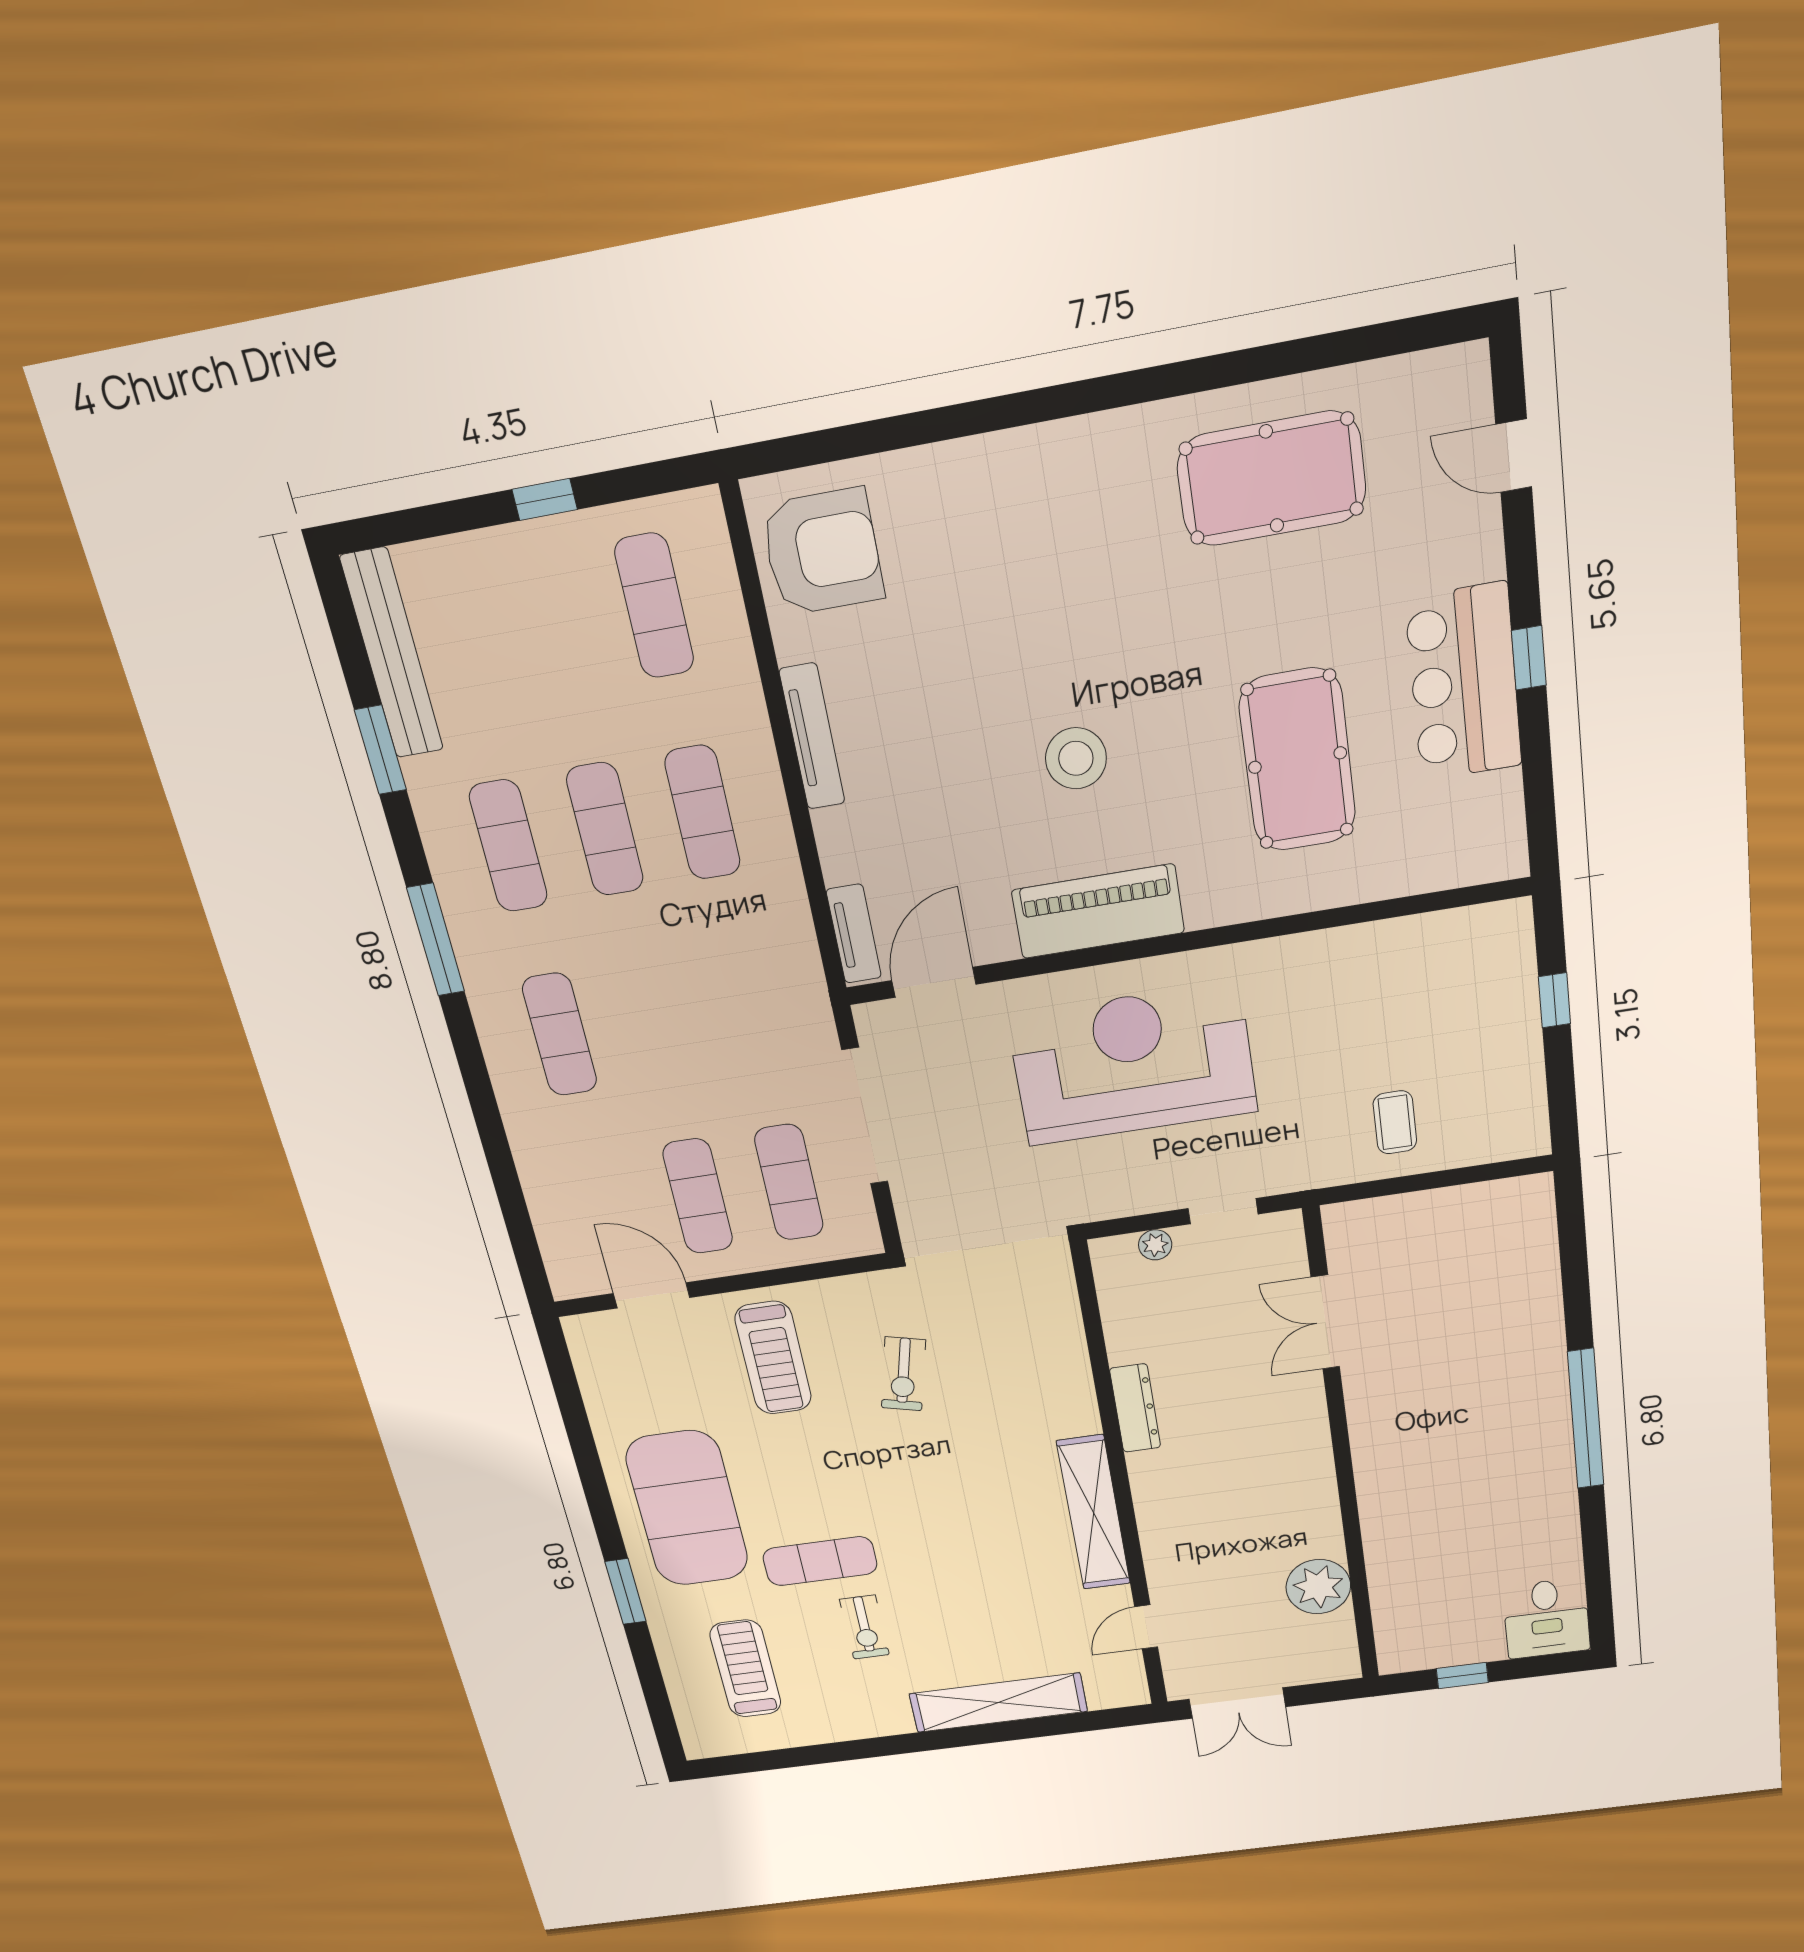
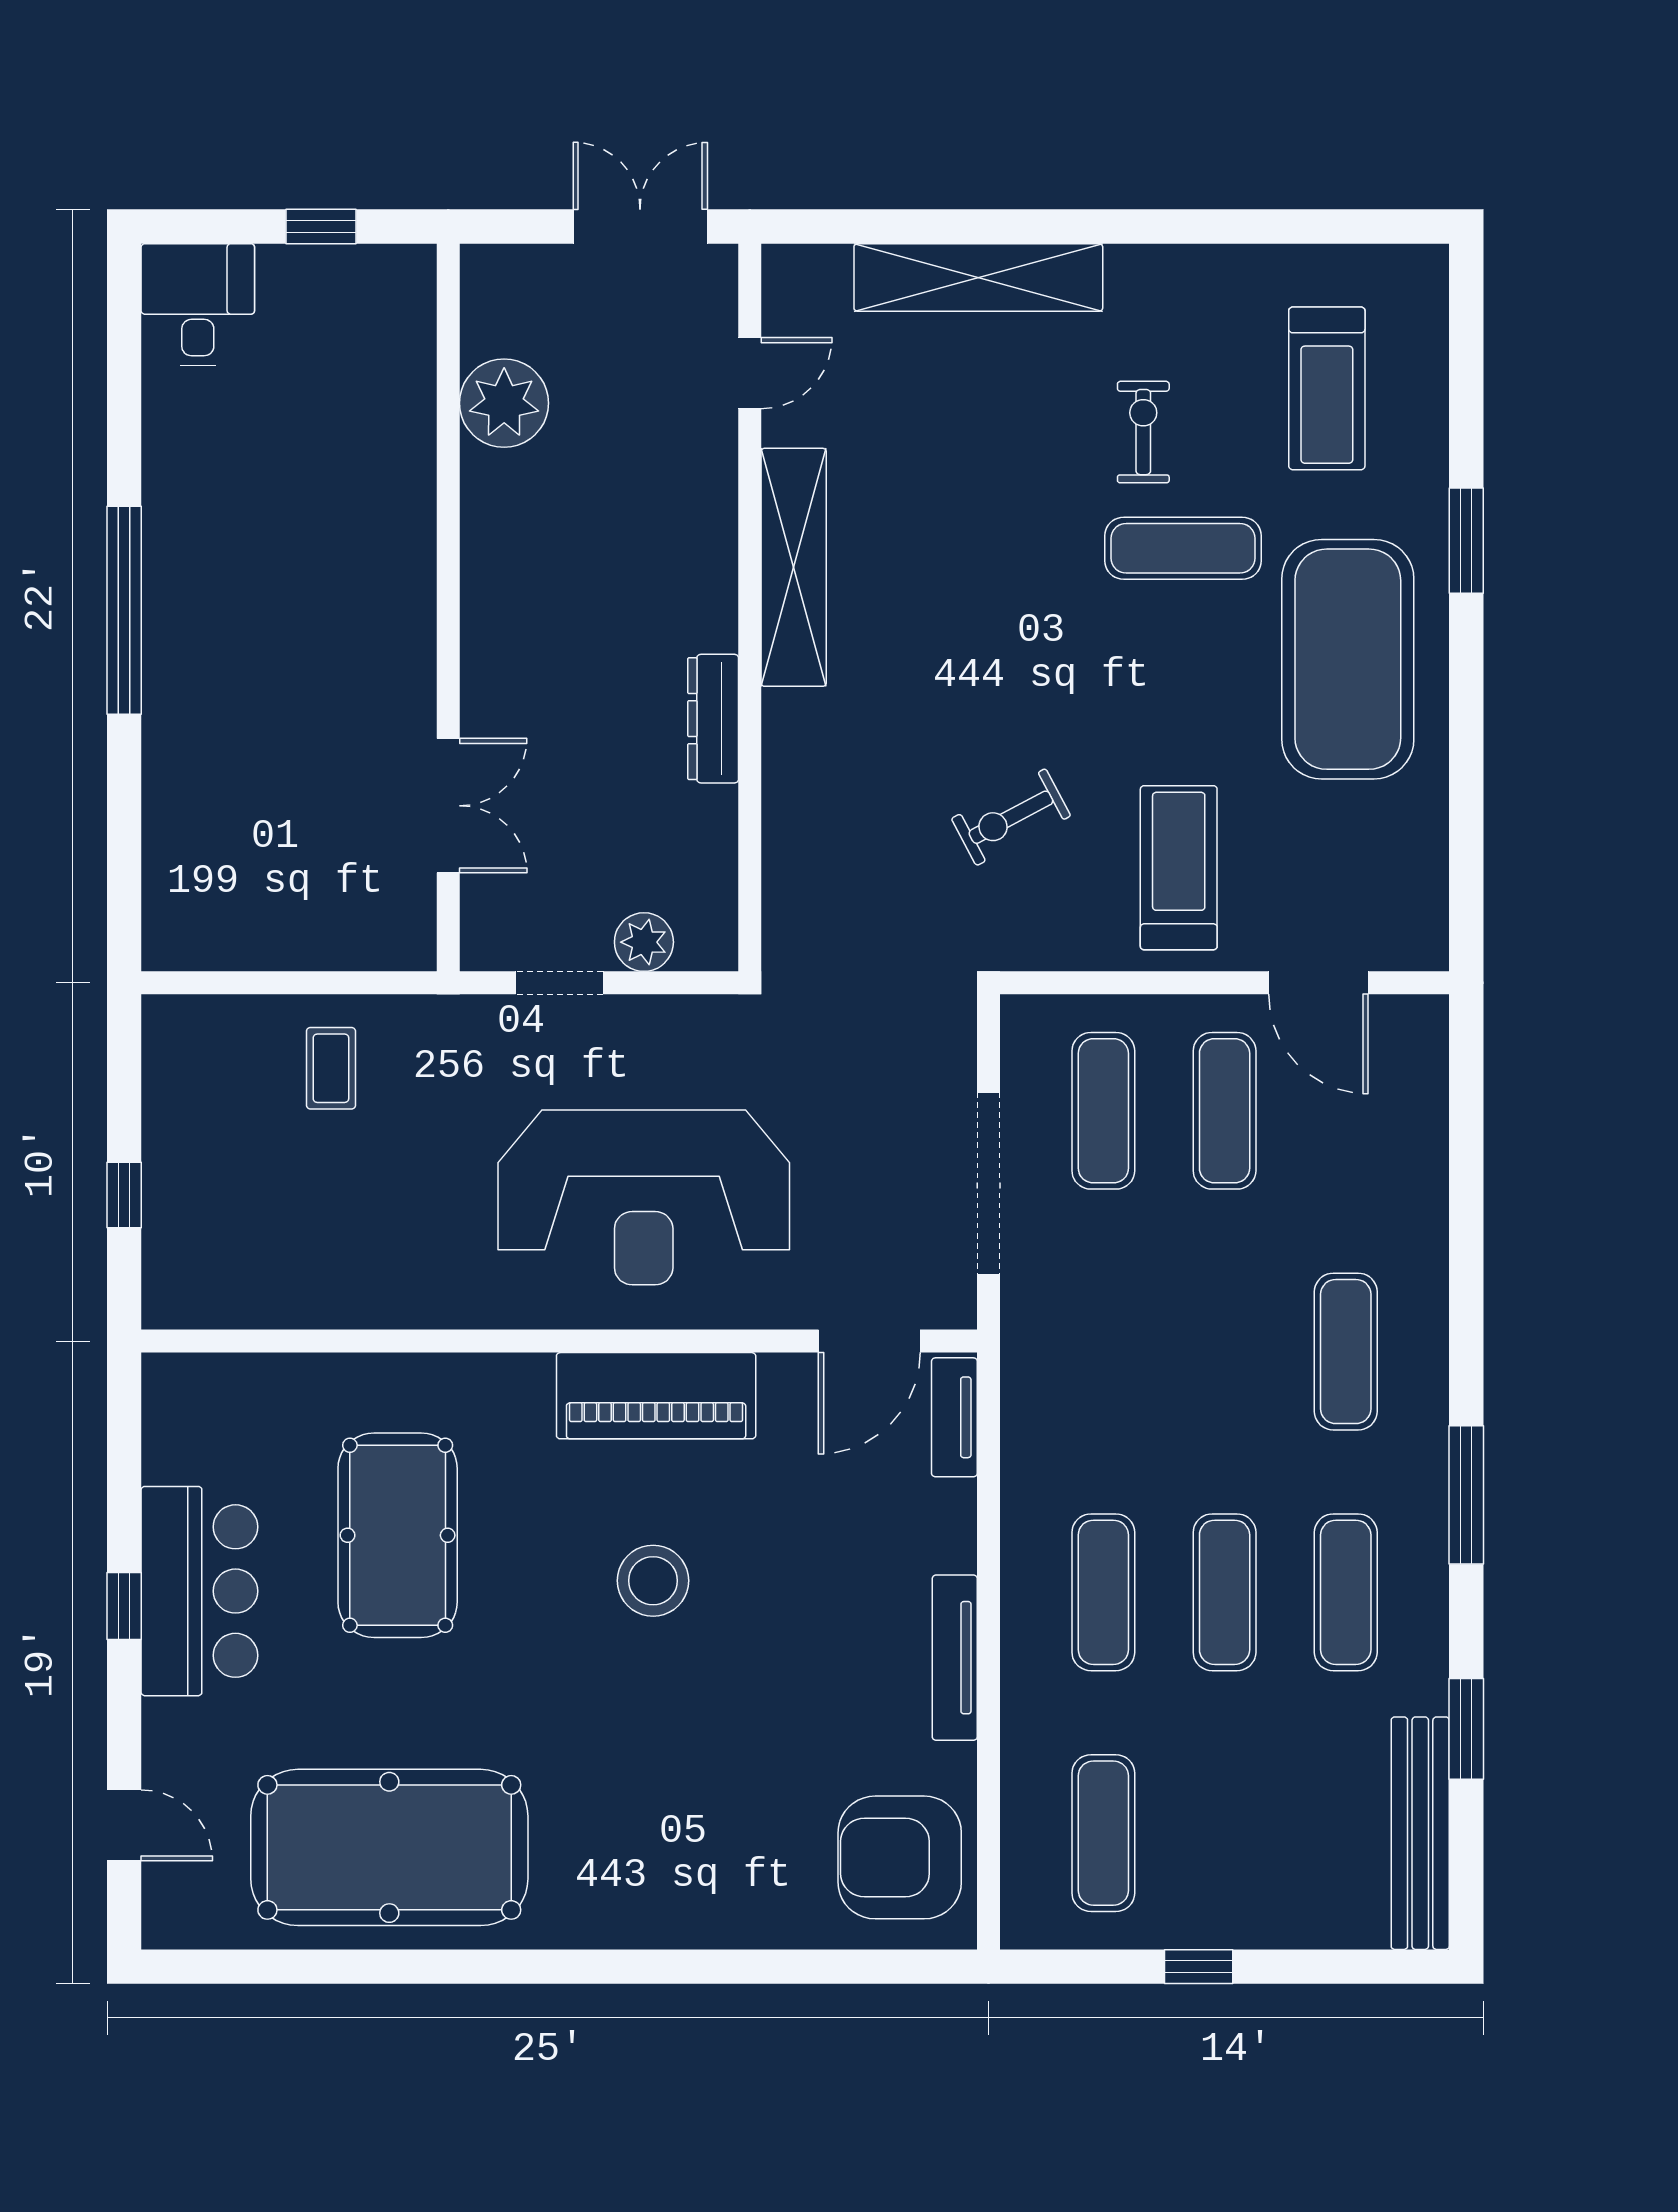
pool table: (1271, 479) -> (389, 1847), width x1.36, depth x1.32
plant: (1155, 1245) -> (644, 942), width x1.38, depth x1.38
exercise bike: (903, 1374) -> (1011, 817), turned -132

